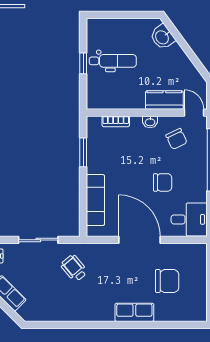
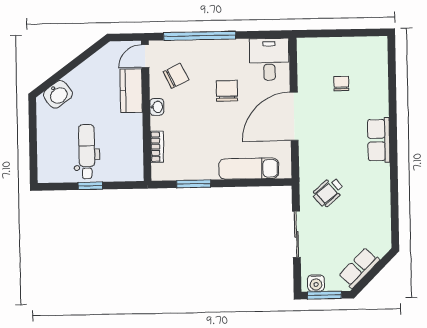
chair: (167, 281) -> (341, 84), width x0.54, depth x0.54
row of seats: (134, 312) -> (379, 140), moved

